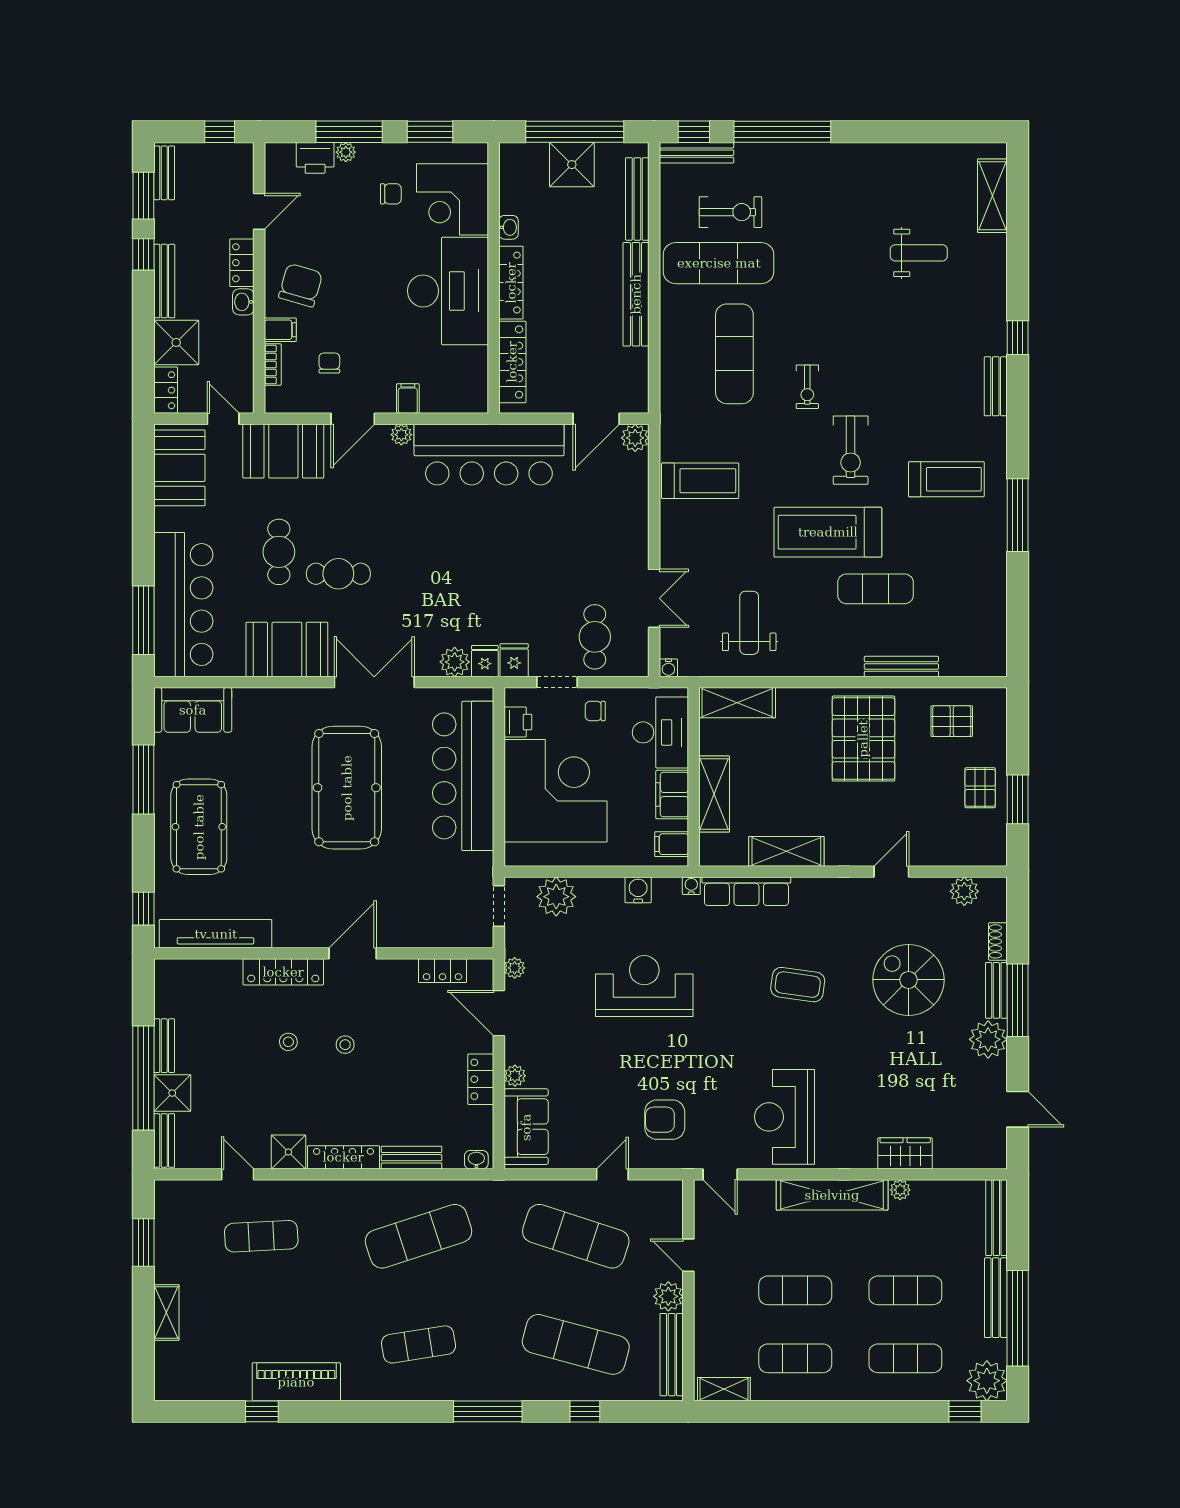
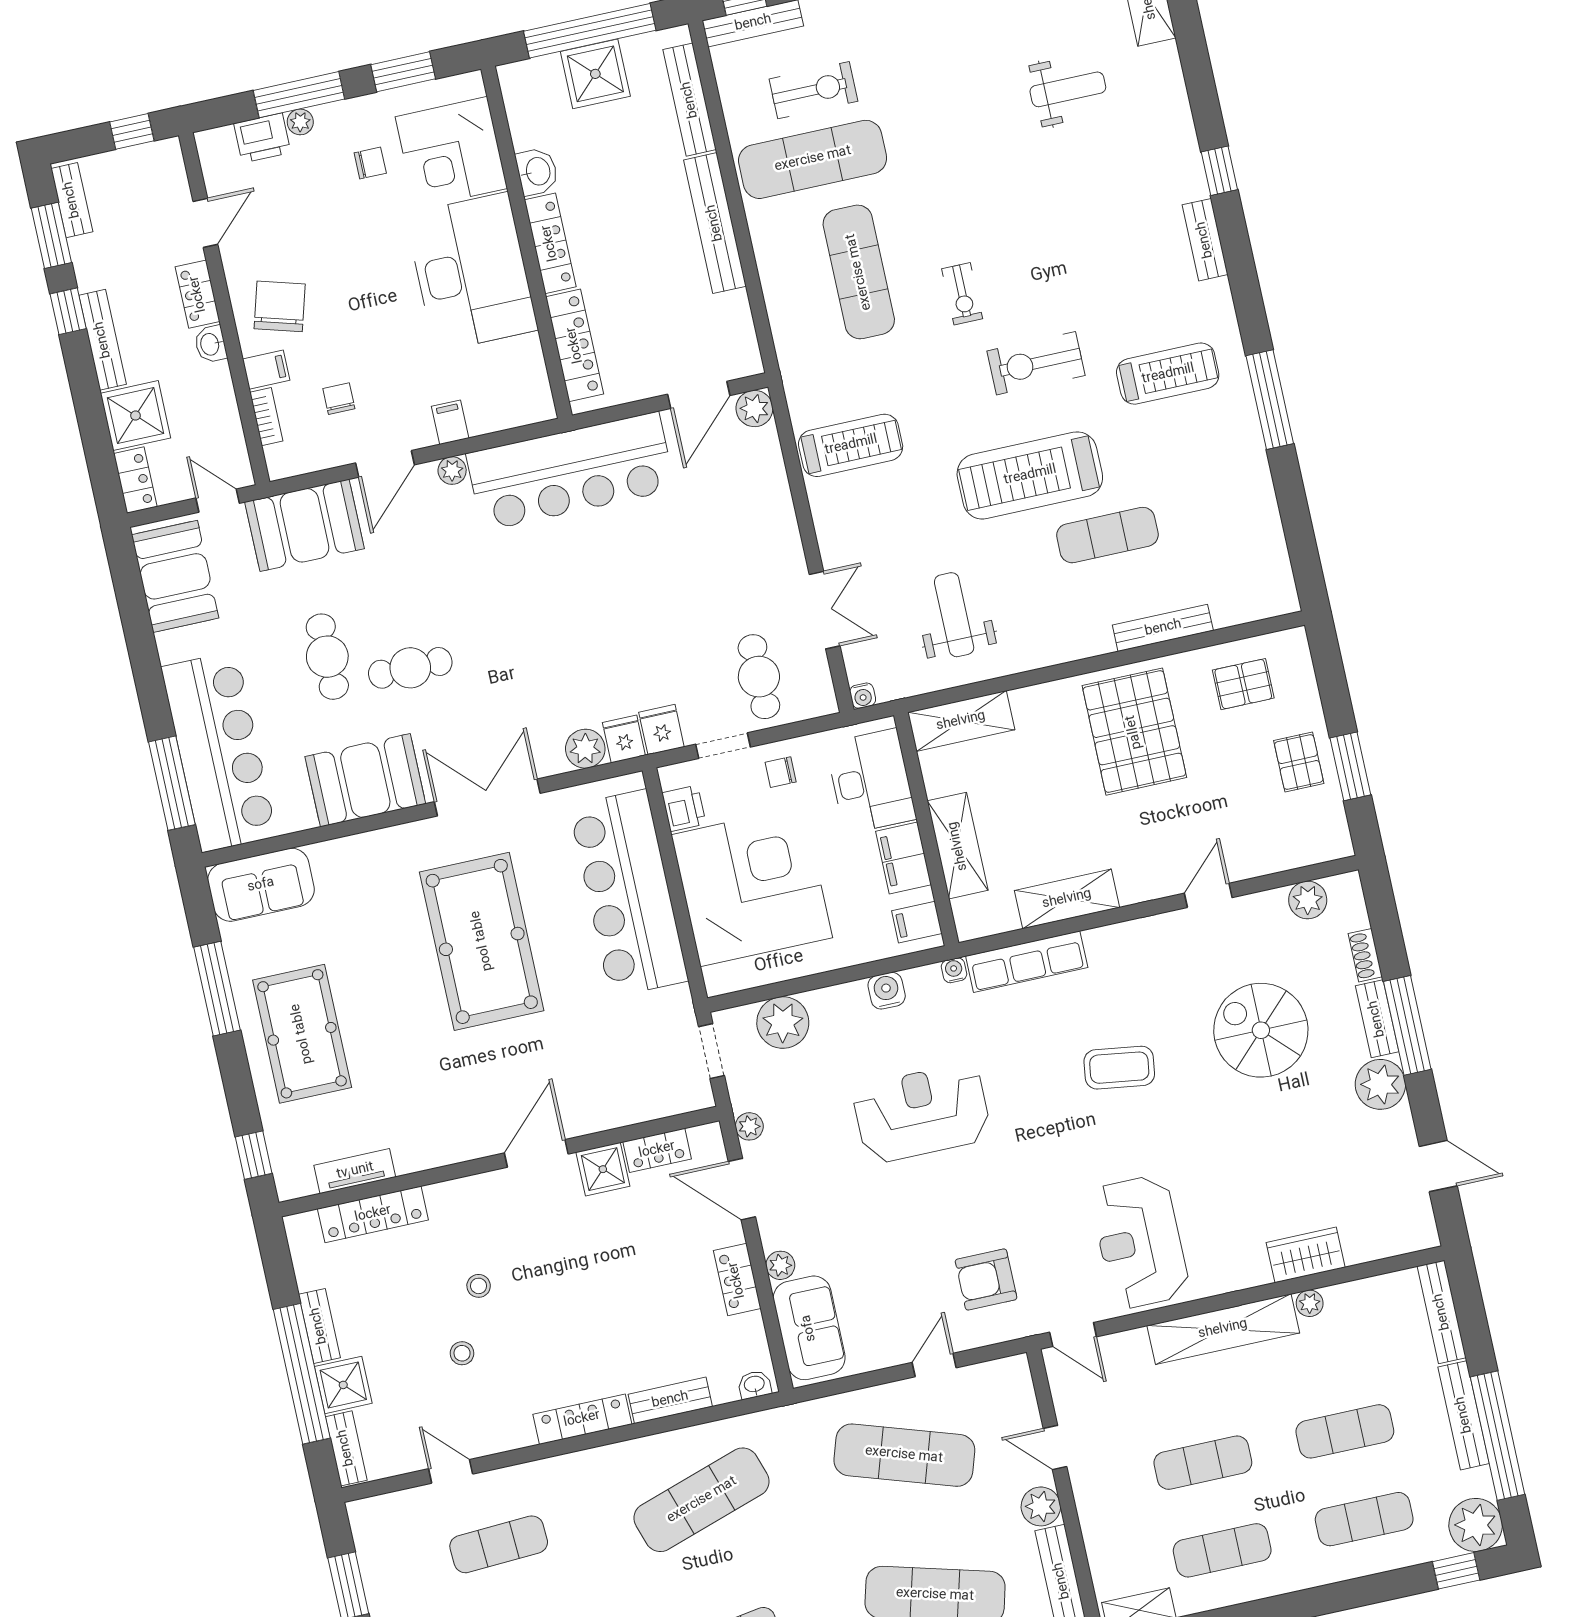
washbasin: (509, 227) -> (537, 172), width x1.38, depth x1.45
exercise bike: (851, 450) -> (1036, 363), turned 90
tv unit: (216, 934) -> (355, 1171), width x0.52, depth x0.78
locker: (283, 972) -> (373, 1214), moved
stool: (345, 1045) -> (462, 1353), moved
shower: (288, 1152) -> (603, 1169), moved

